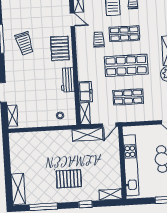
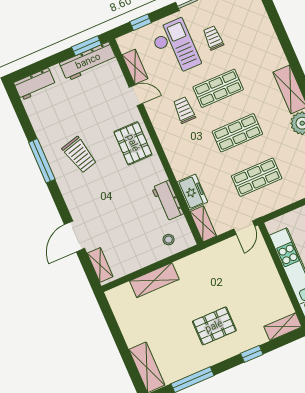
shop shelf: (126, 65) -> (237, 133), width x0.70, depth x0.74
workbench: (67, 80) -> (168, 201), moved
shelving: (87, 135) -> (154, 280), moved

